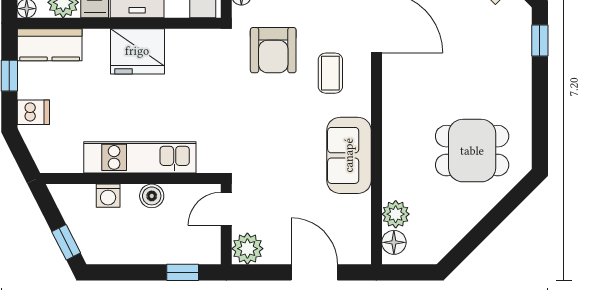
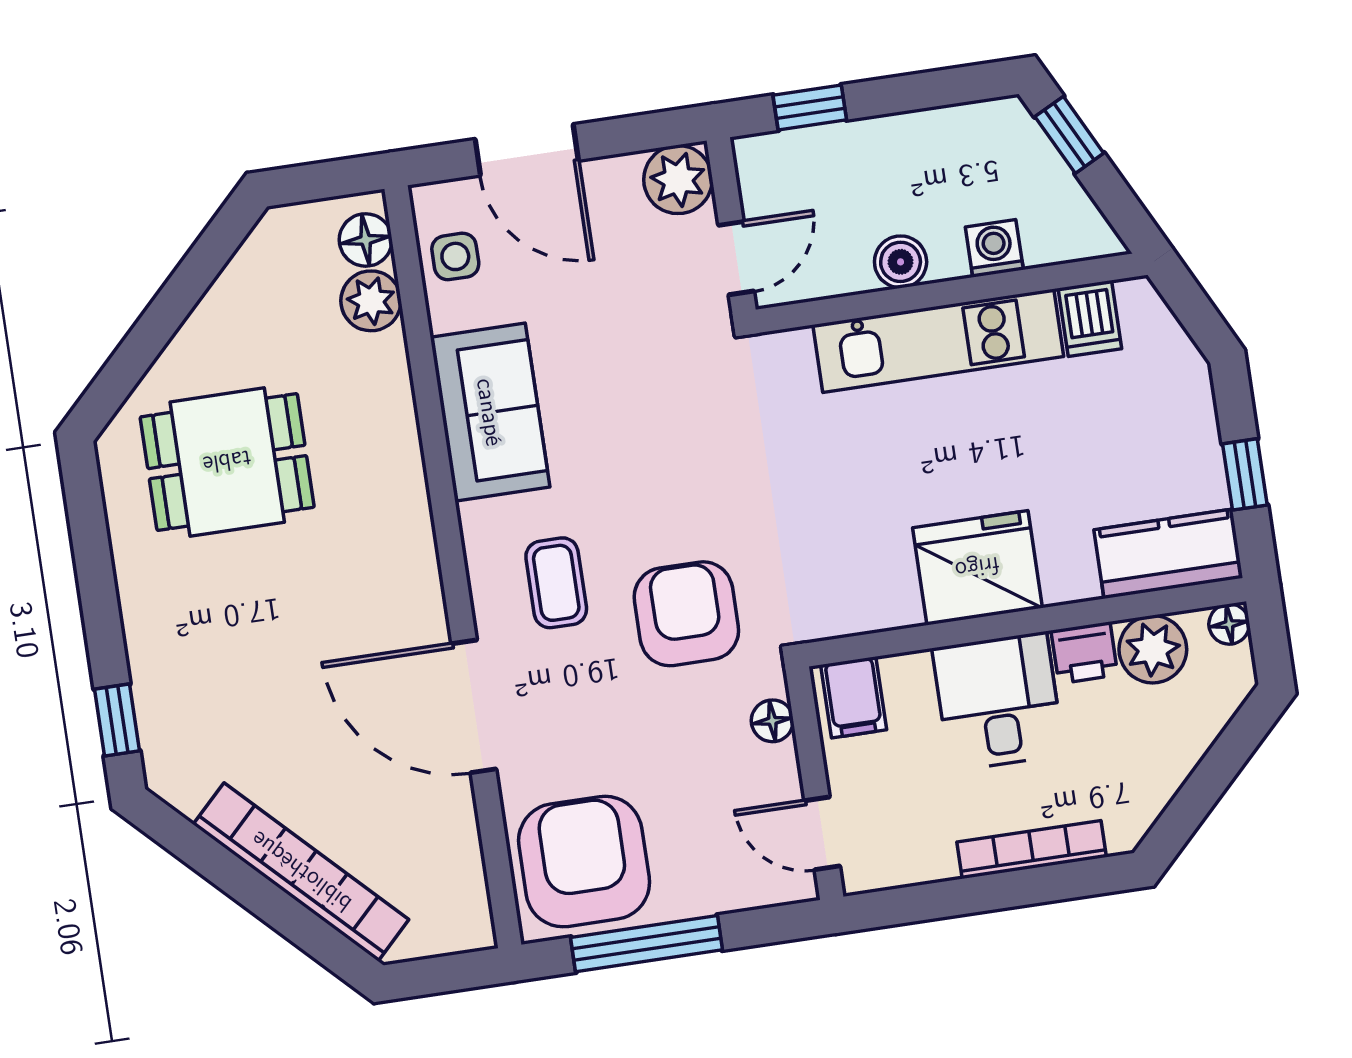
dishwasher: (33, 112) -> (1090, 318), moved, turned -90
side table: (354, 229) -> (455, 256), added

